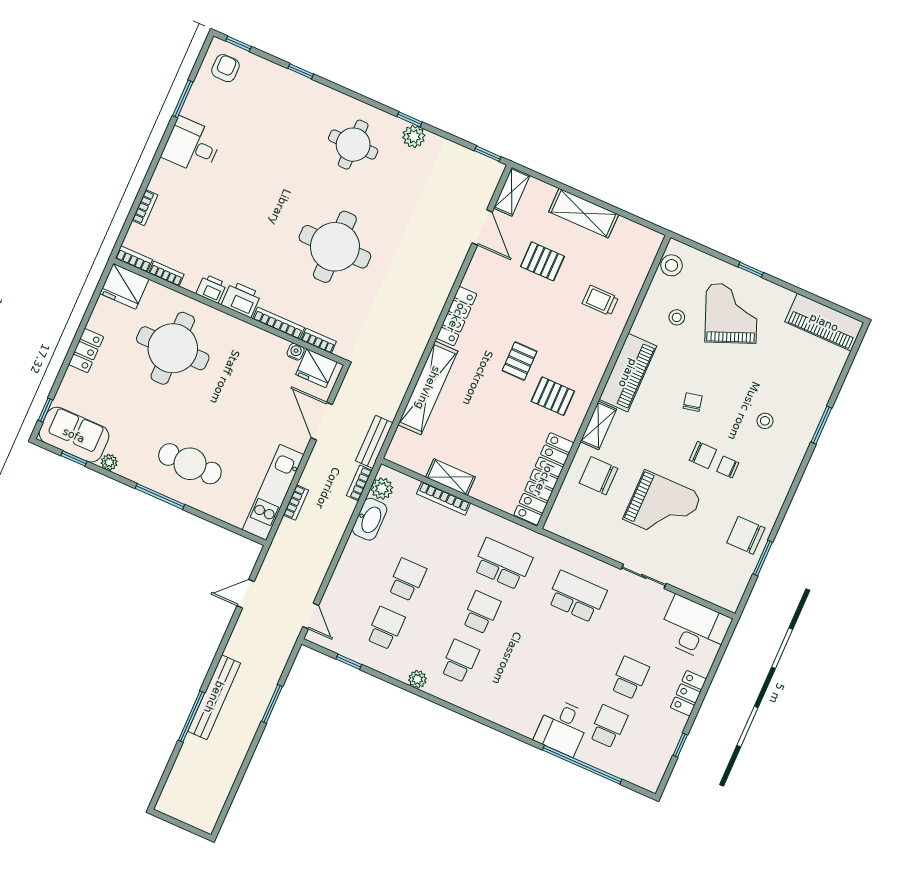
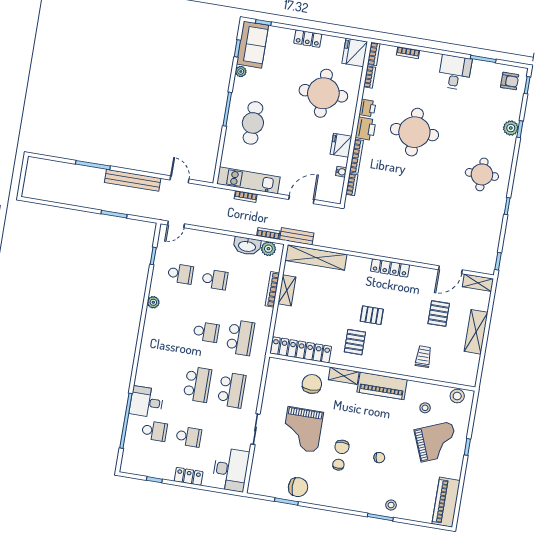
plant: (414, 136) -> (511, 128), moved
round table: (335, 247) -> (414, 132), moved
fridge: (316, 368) -> (341, 145), moved
shelving: (428, 388) -> (316, 258), moved
chair: (693, 402) -> (379, 458), moved
stool: (765, 421) -> (391, 505), moved
chair: (746, 535) -> (298, 487), turned 90
school desk: (460, 661) -> (197, 384), moved, width x1.85
bench: (214, 697) -> (133, 180), moved

